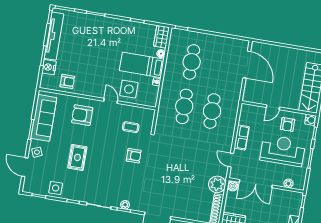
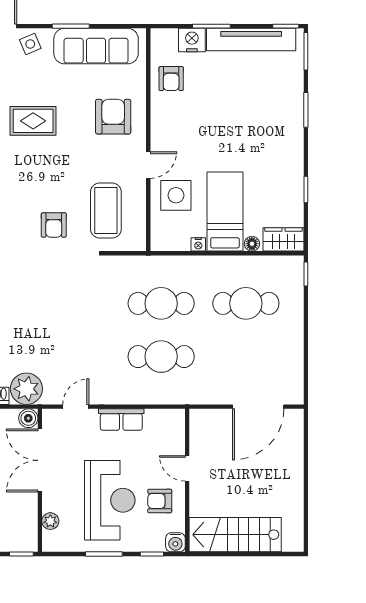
coffee table: (131, 127) -> (106, 210), width x1.86, depth x1.72

